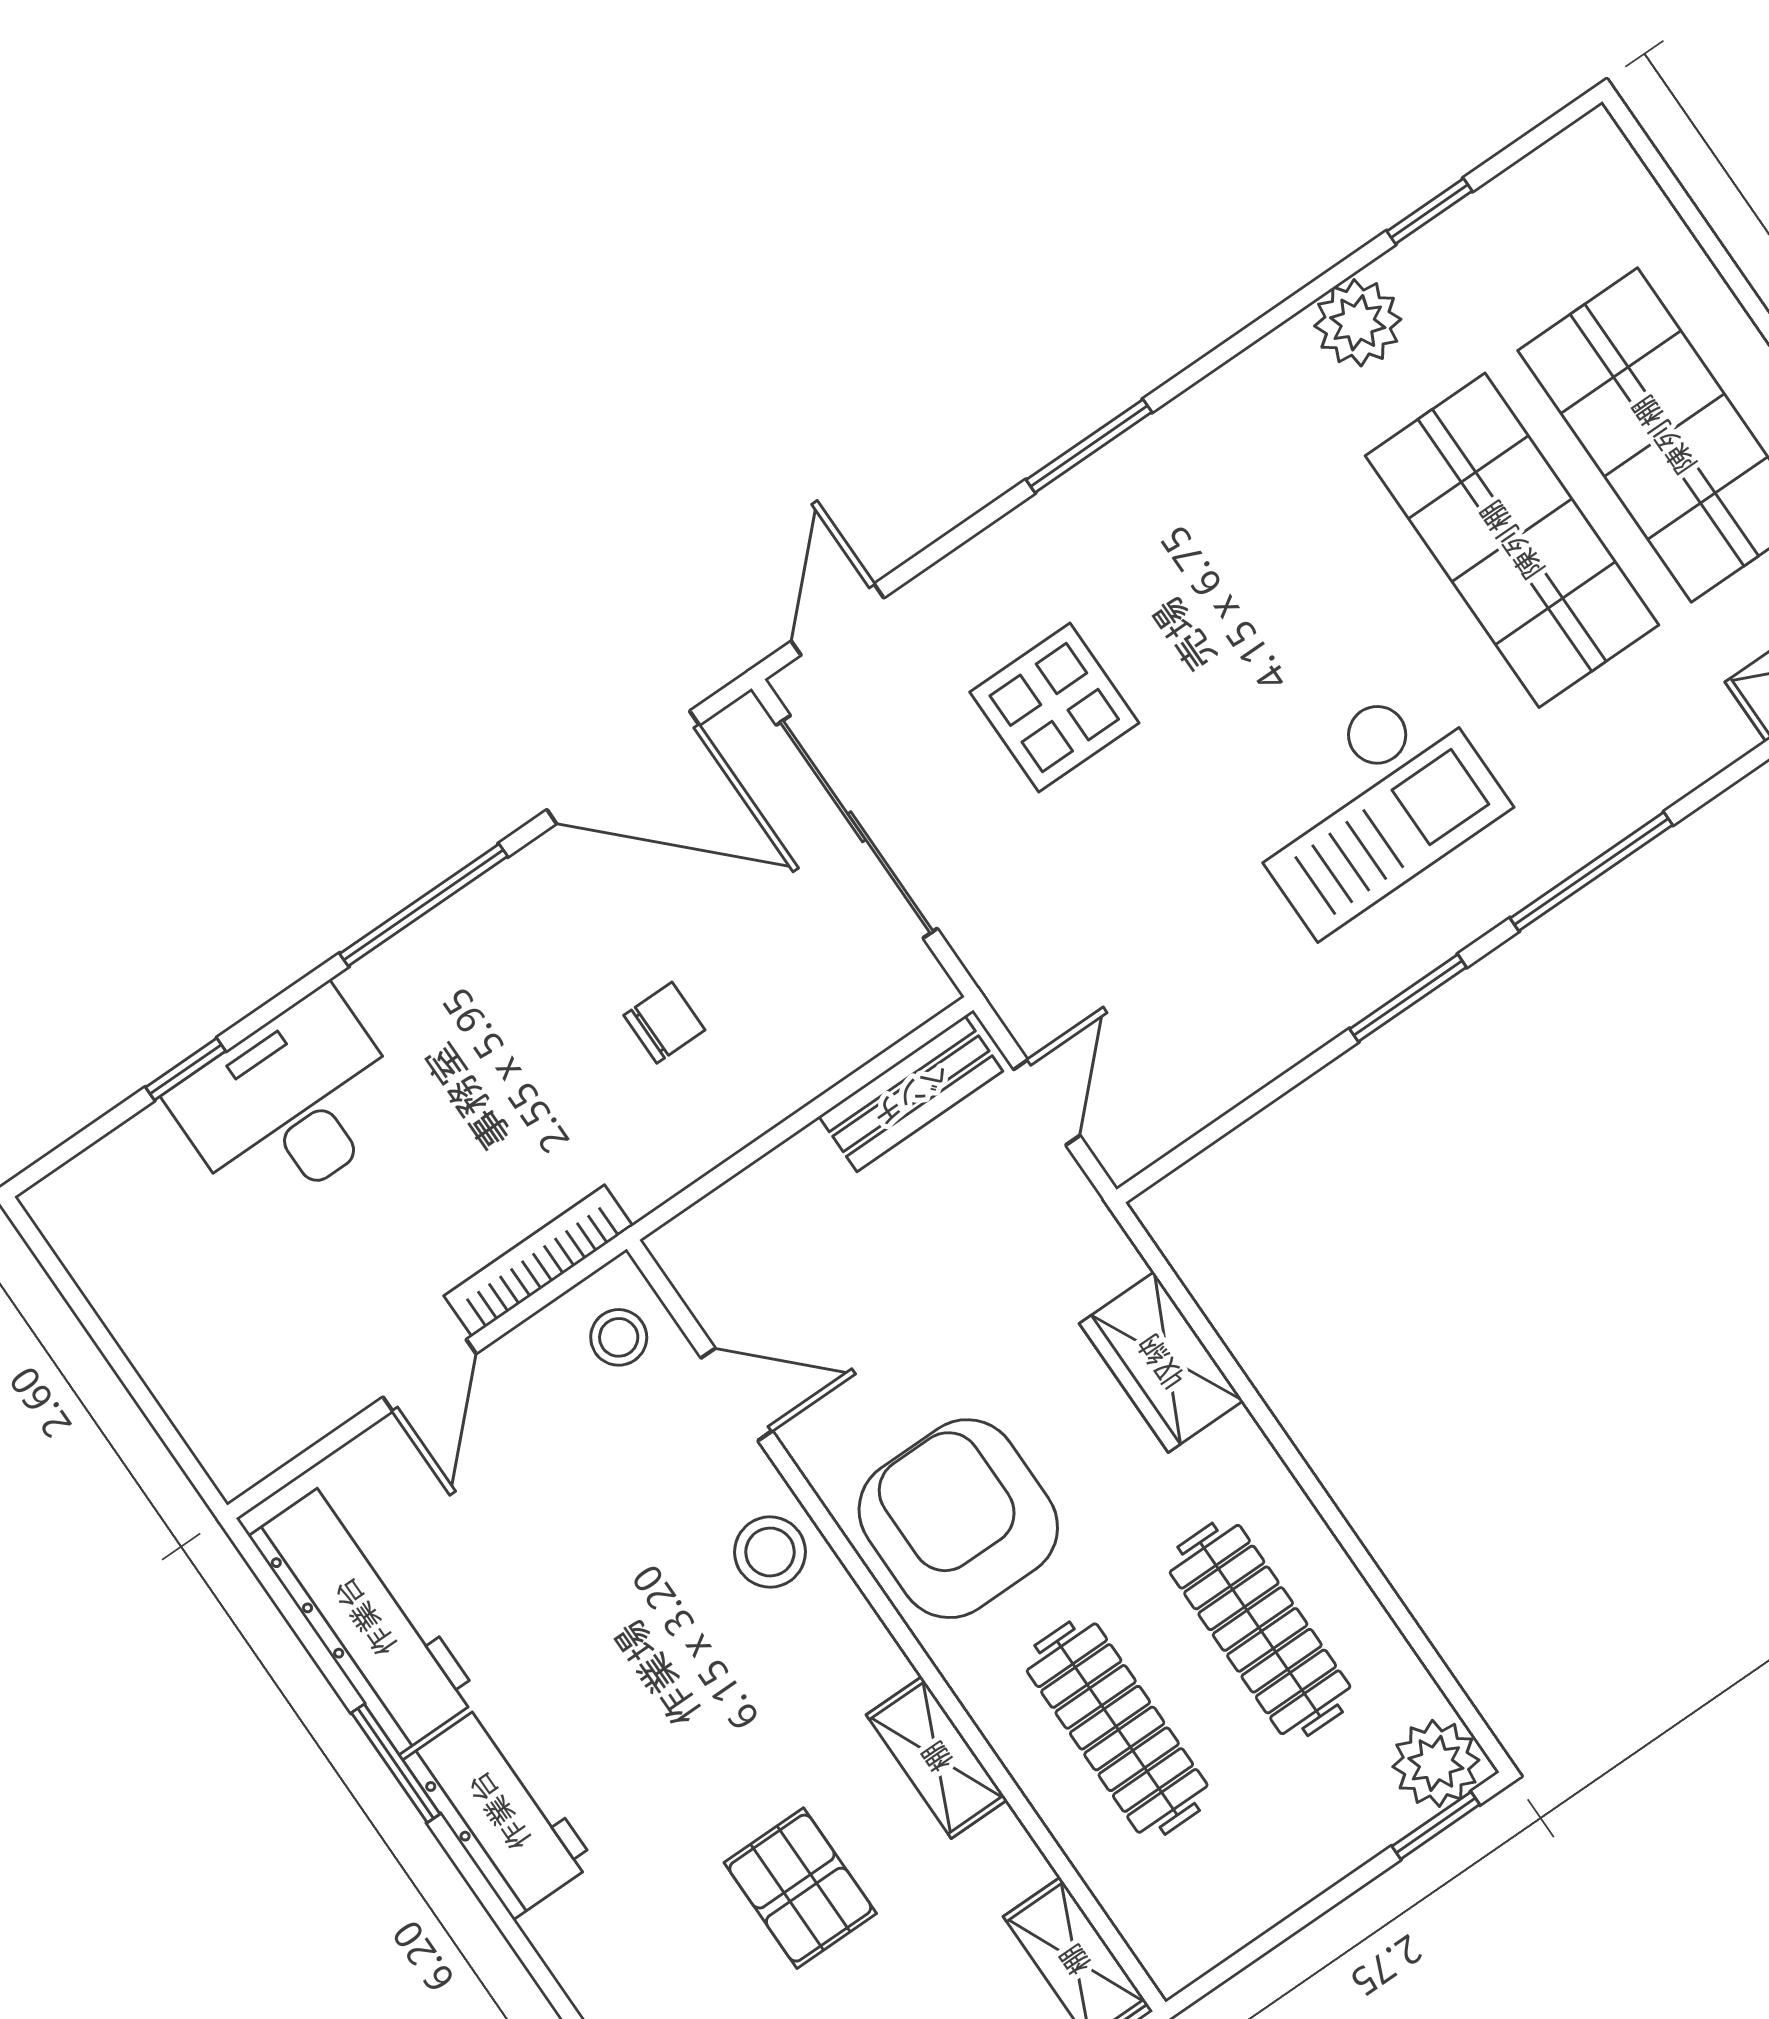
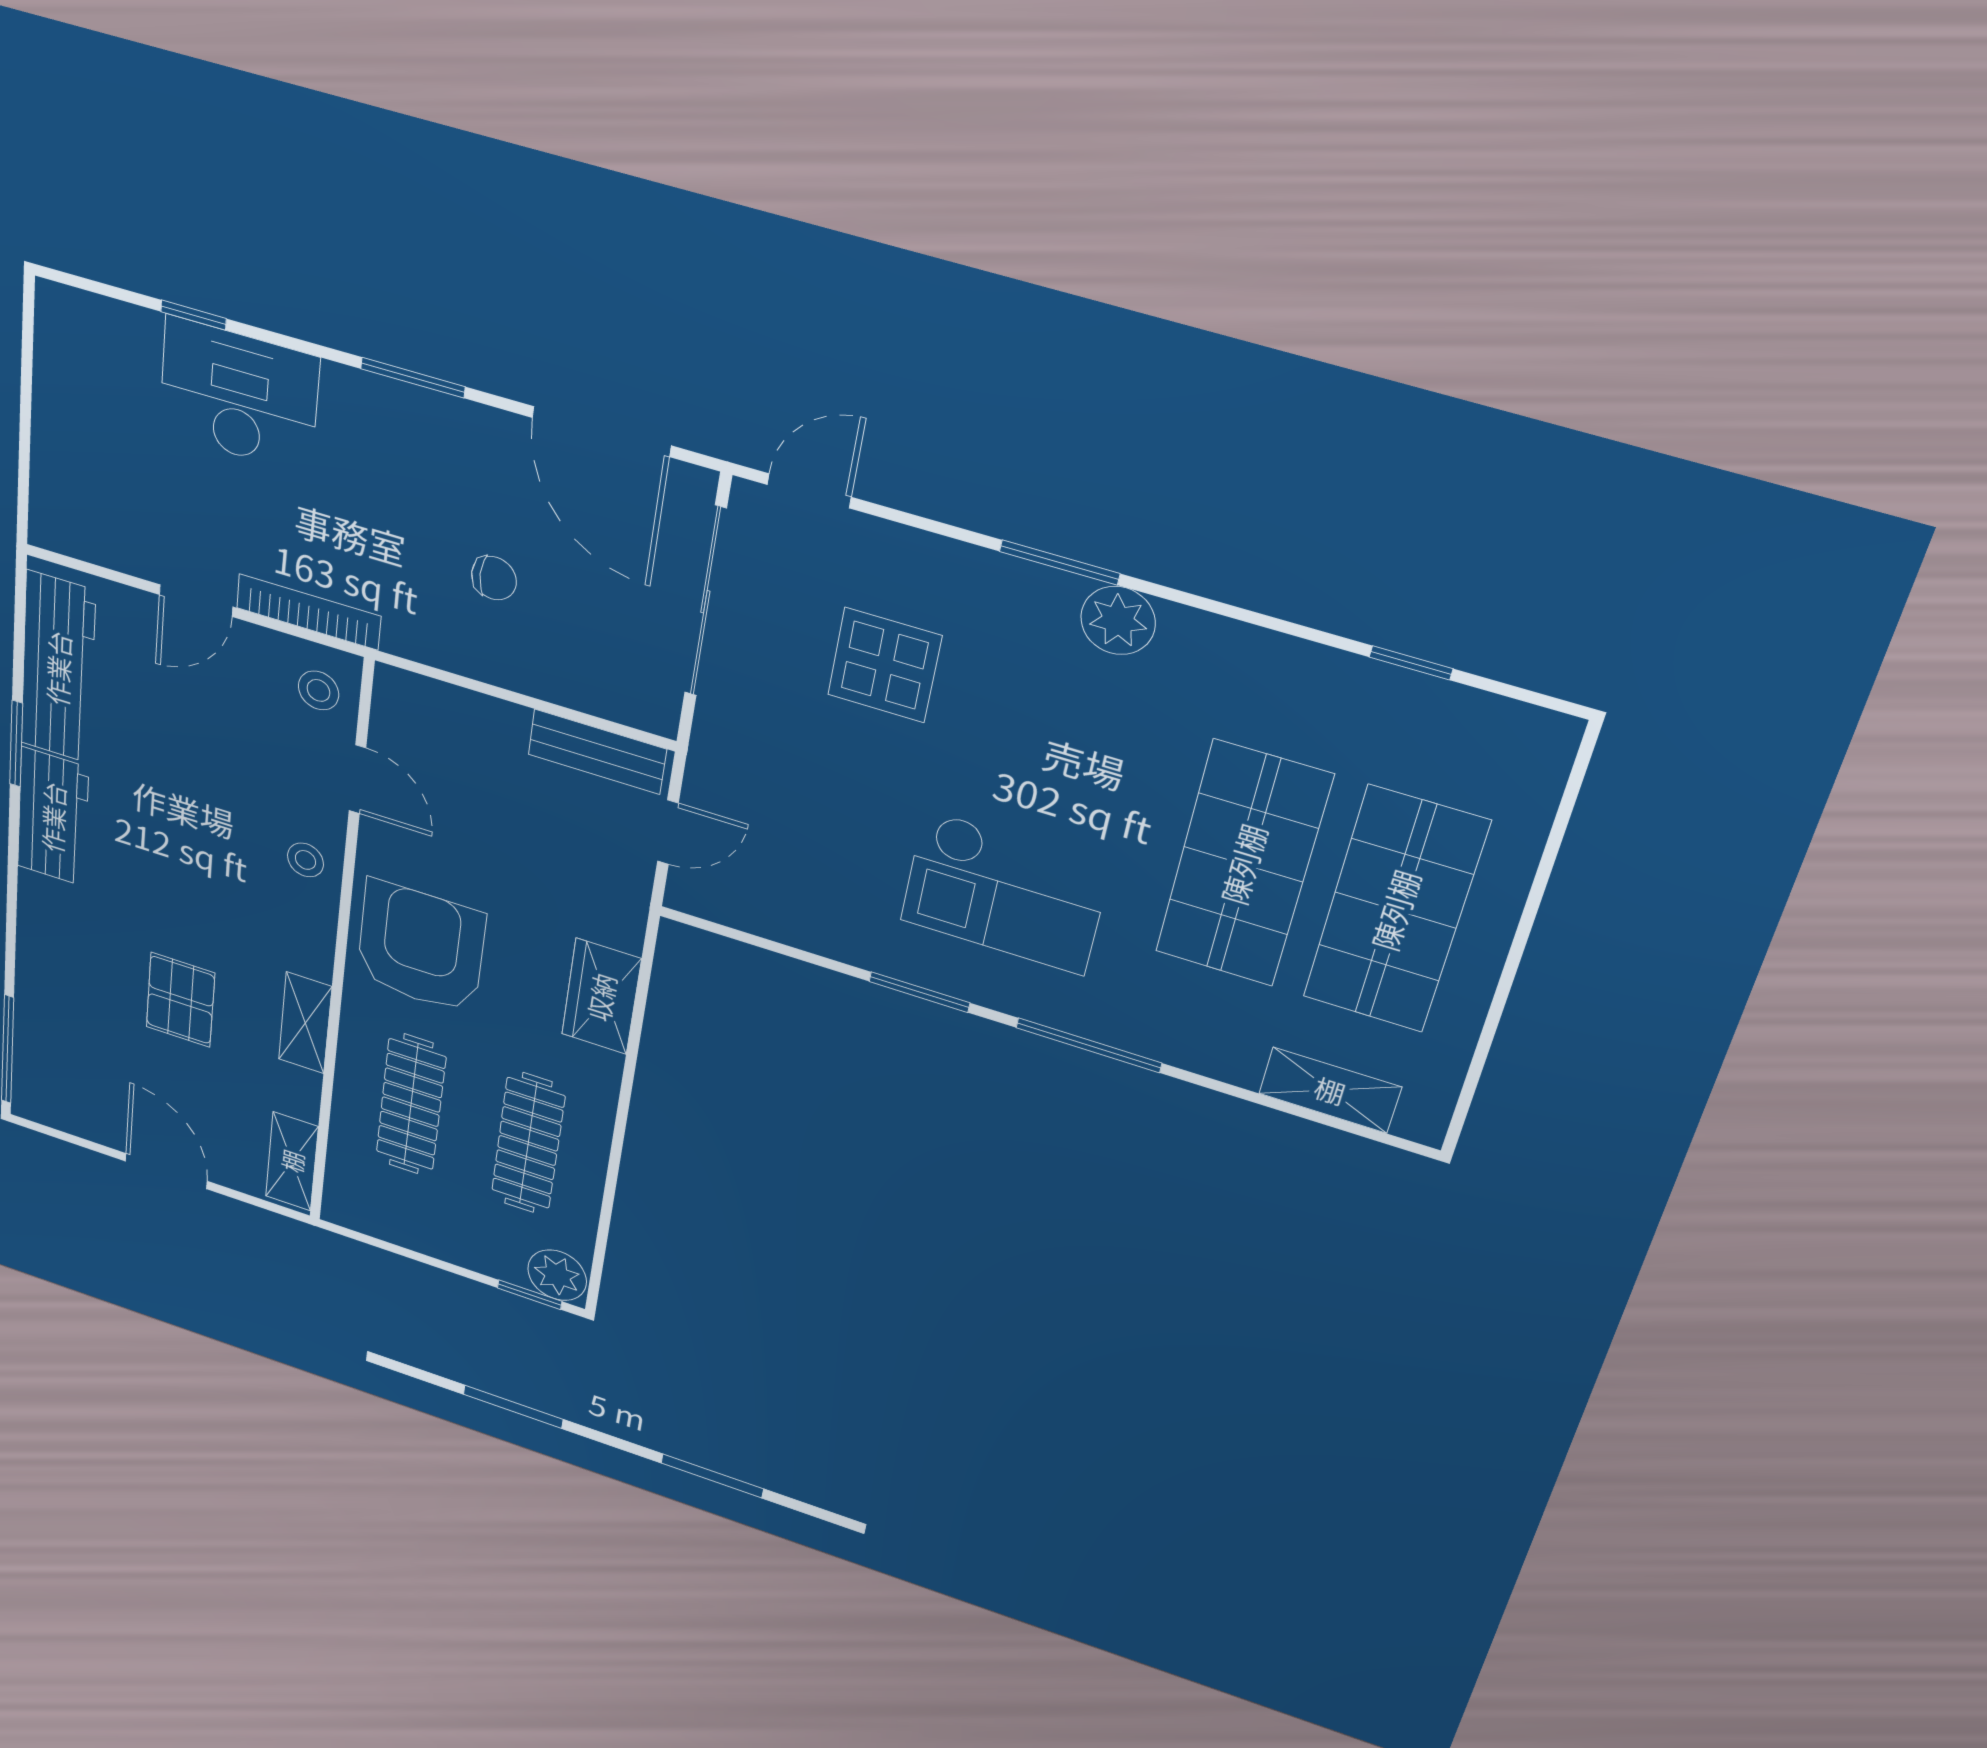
plant: (1358, 323) -> (1118, 620), moved
window: (424, 905) -> (413, 378), width x0.69
stool: (770, 1552) -> (305, 860), width x0.73, depth x0.73

